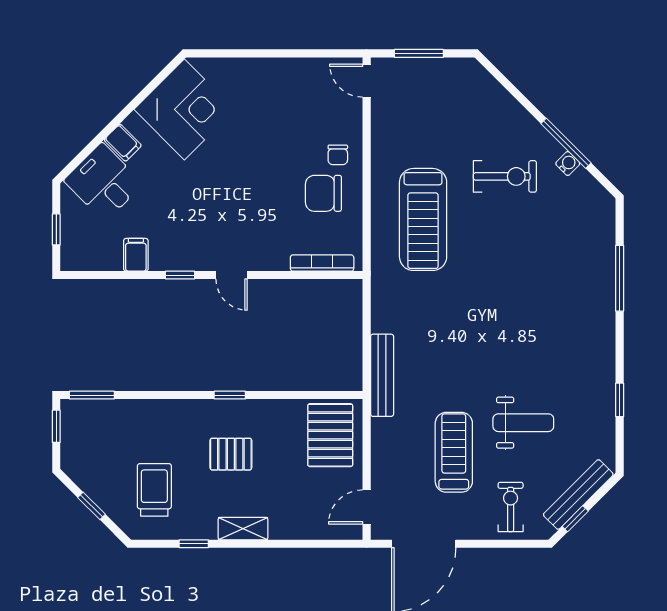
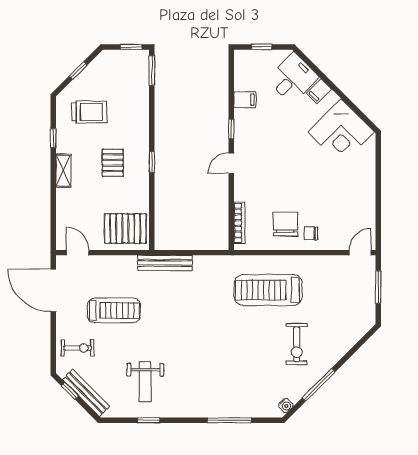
water cooler: (568, 164) -> (286, 405), moved
weight bench: (523, 423) -> (145, 382), moved

